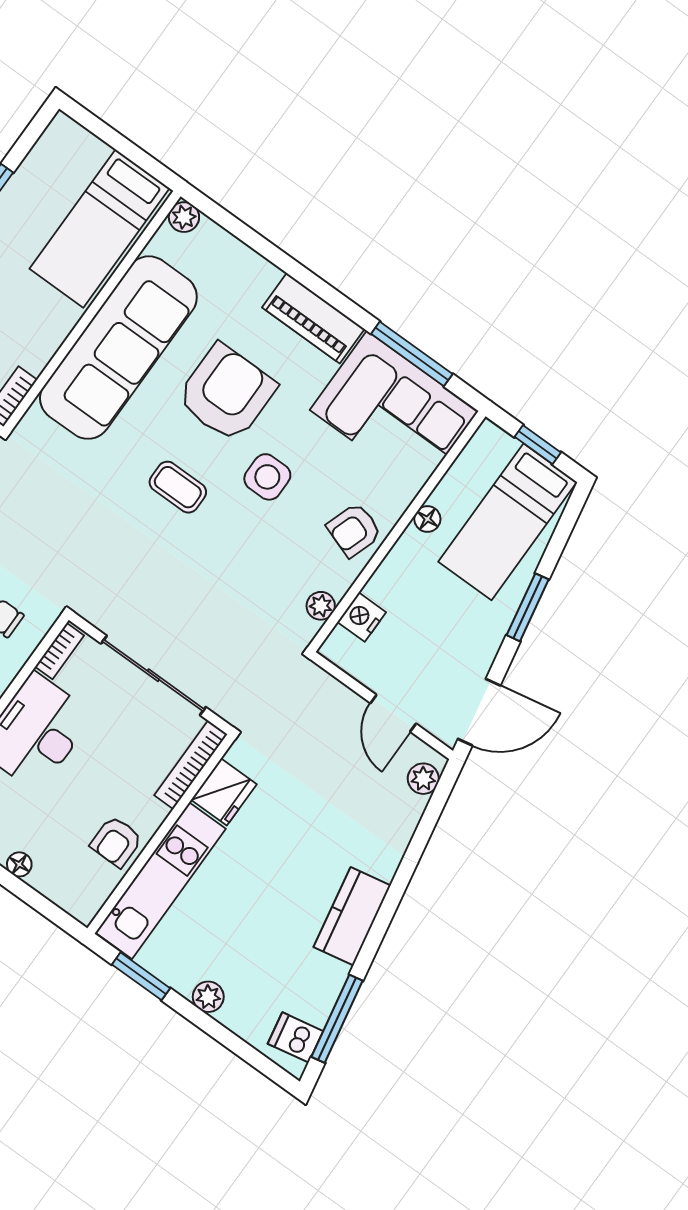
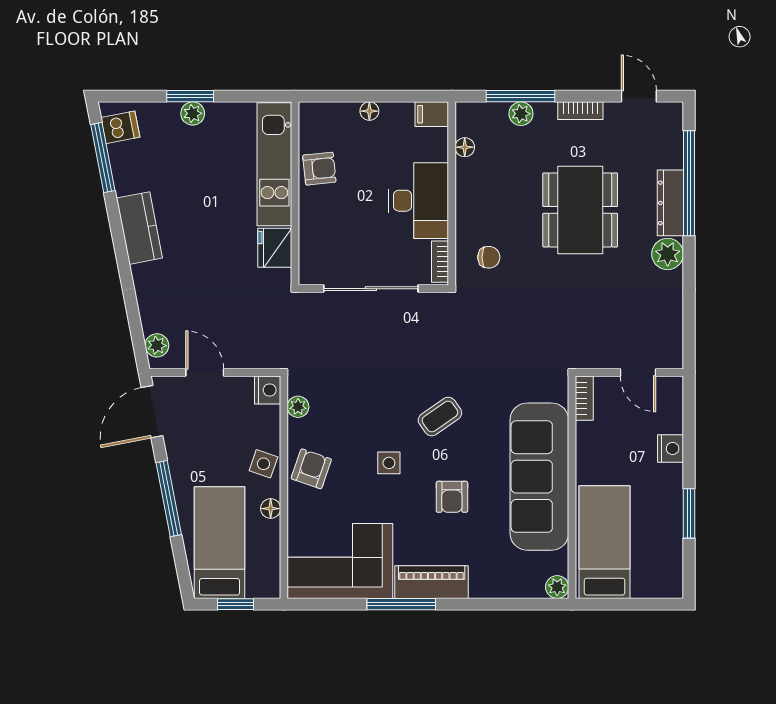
window: (412, 354) -> (401, 604), moved
armchair: (227, 393) -> (452, 497), width x0.53, depth x0.53
side table: (267, 477) -> (389, 463), width x0.73, depth x0.73
coffee table: (178, 487) -> (440, 417), turned -35
side table: (401, 572) -> (263, 464), added
window: (528, 607) -> (169, 499), width x1.44
nightstand: (362, 617) -> (268, 390), moved
bookcase: (191, 765) -> (308, 250), removed
armchair: (116, 842) -> (319, 169), turned 84
window: (141, 976) -> (190, 96), moved

